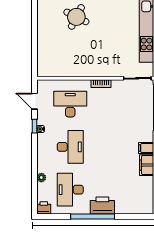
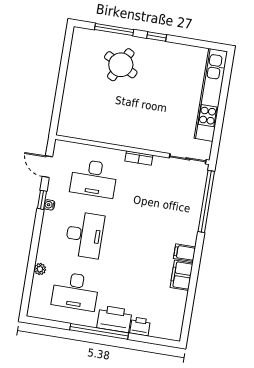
desk: (70, 104) -> (94, 178), turned 180
desk: (70, 190) -> (75, 291), turned -90
printer: (44, 208) -> (140, 326), moved

